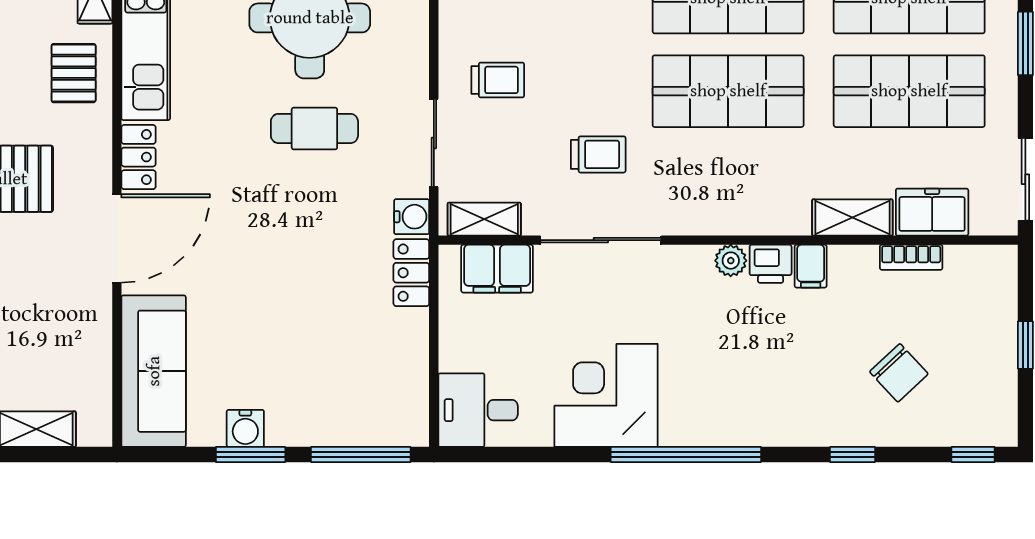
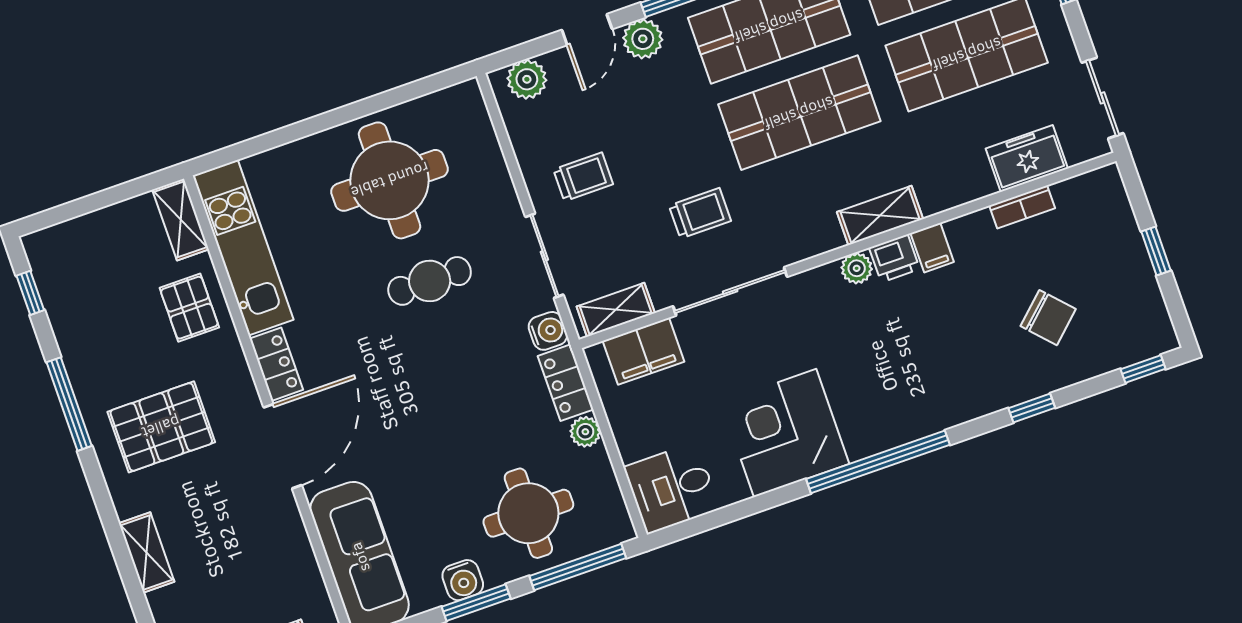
shelving: (852, 218) -> (880, 215), moved
plant: (414, 327) -> (585, 432), added
round table: (331, 386) -> (528, 513), added

